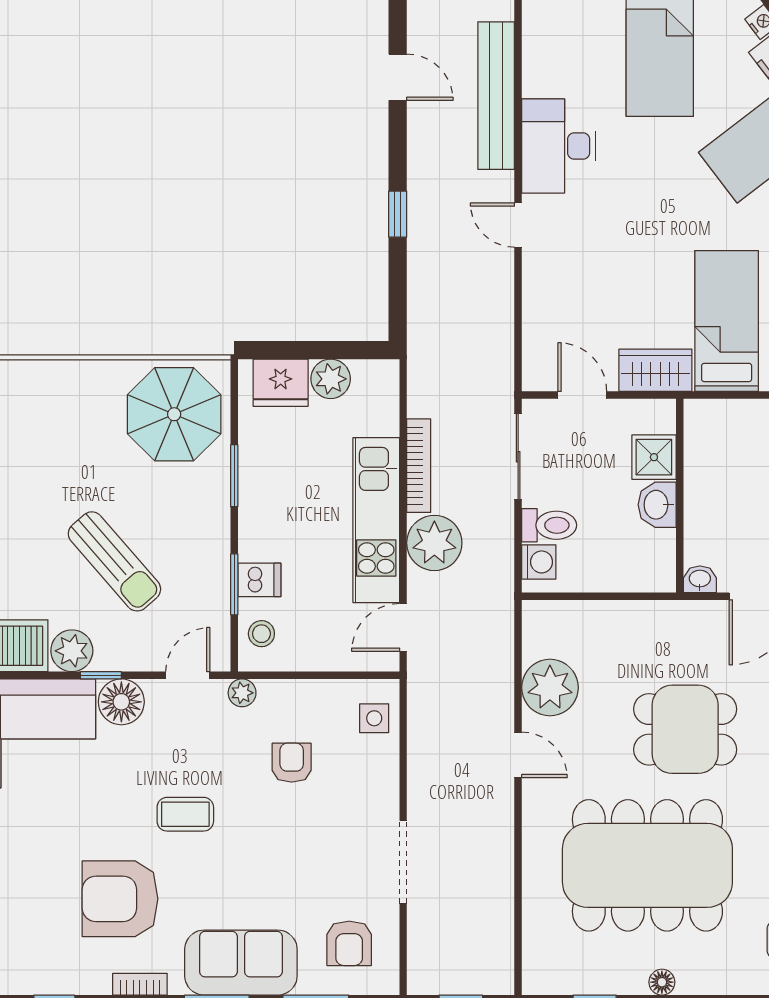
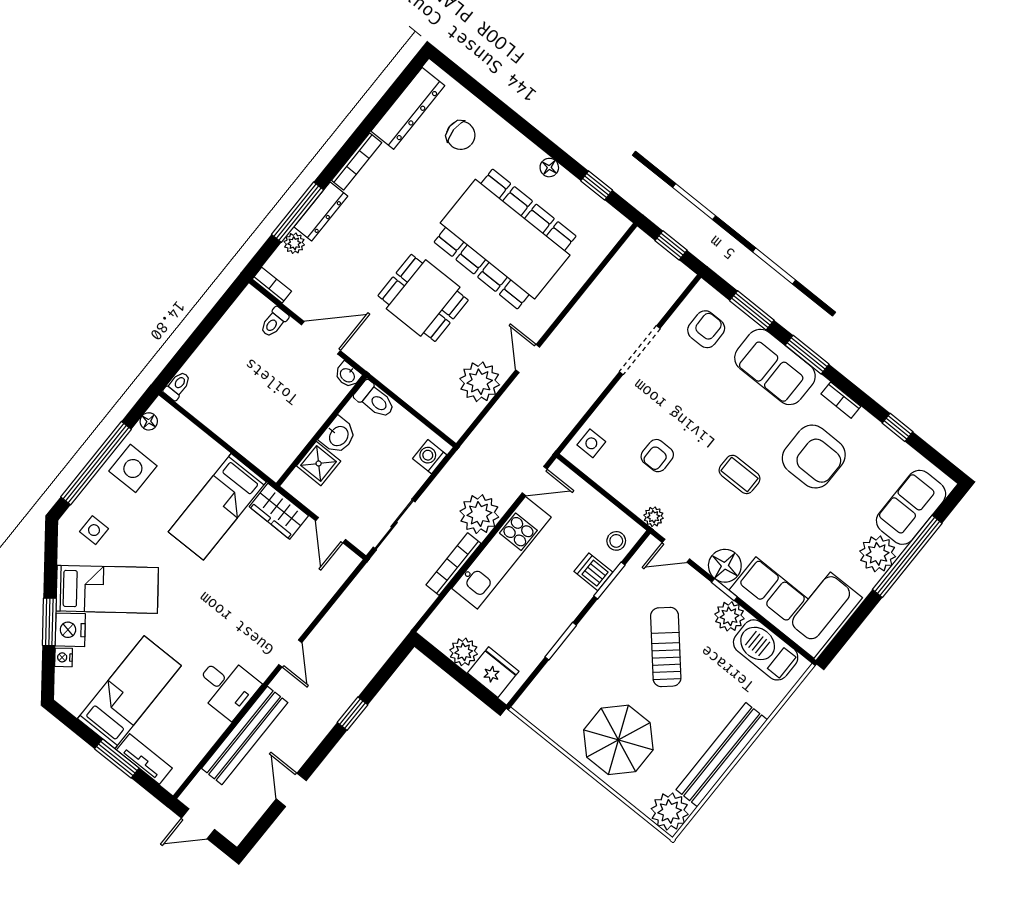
desk: (559, 146) -> (227, 687), width x0.73
parasol: (174, 414) -> (618, 740), moved
toilet: (549, 525) -> (375, 400), moved, turned 180

